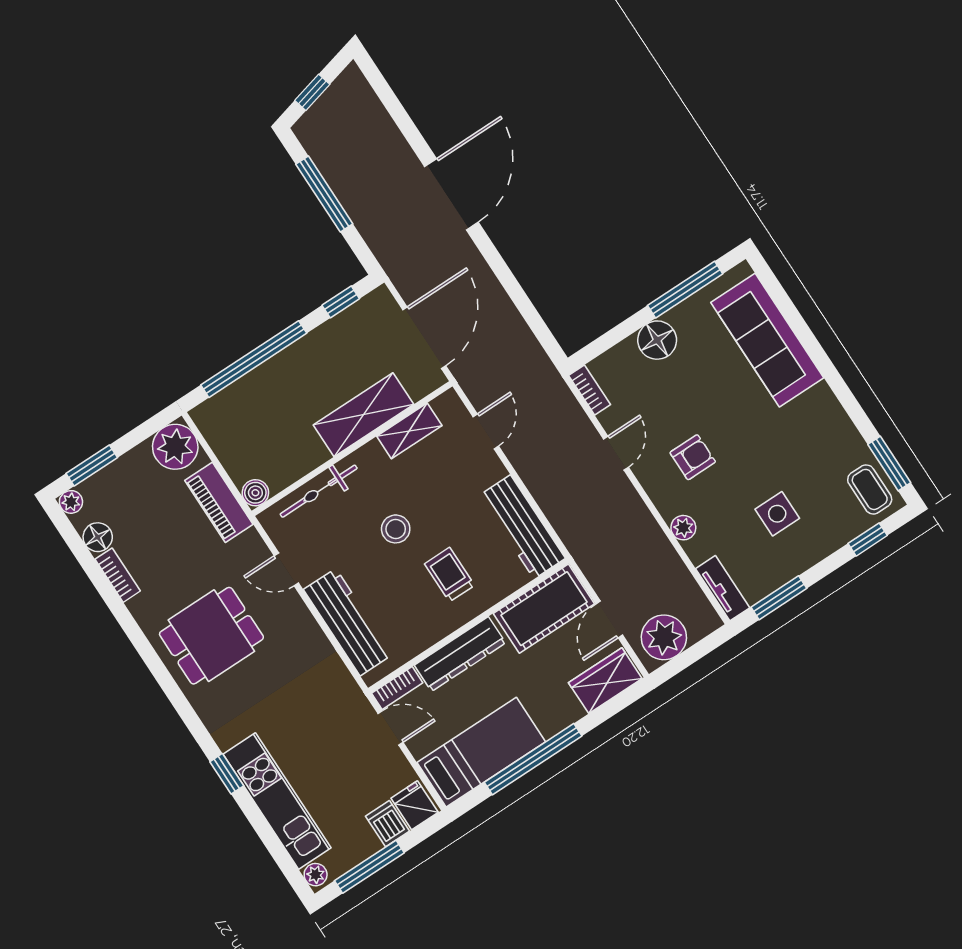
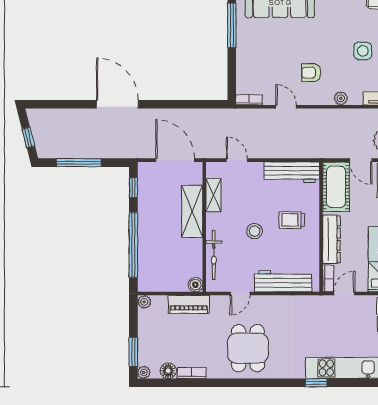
floor lamp: (657, 340) -> (247, 54), removed
plant: (175, 447) -> (144, 302), width x0.53, depth x0.53
armchair: (693, 457) -> (311, 73), turned -90

